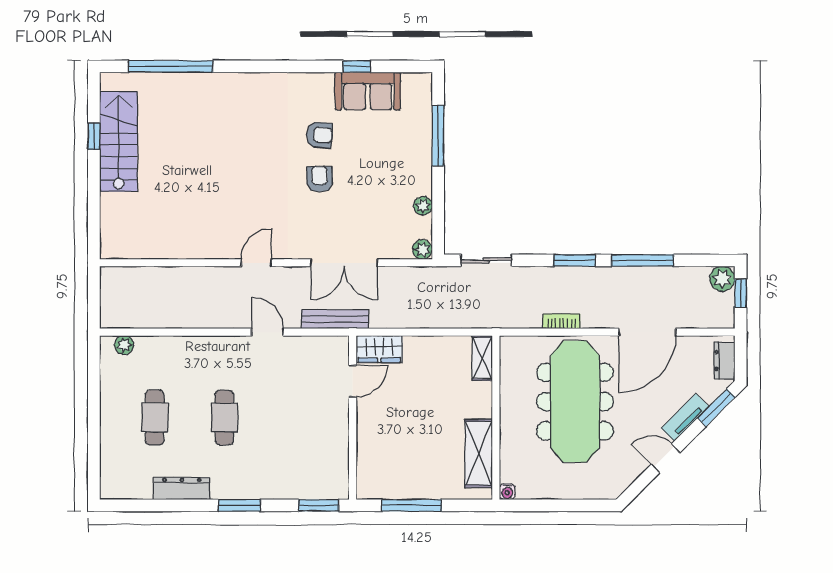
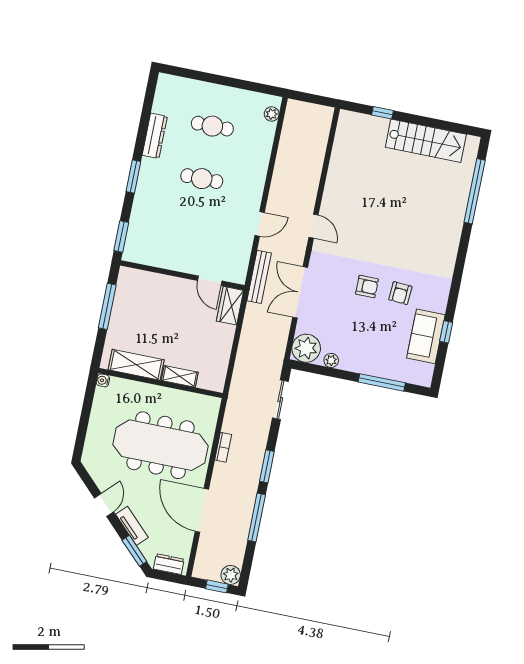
window: (94, 136) -> (383, 113), moved
plant: (422, 249) -> (306, 348), width x1.88, depth x1.88
shelving: (482, 358) -> (180, 376), moved

